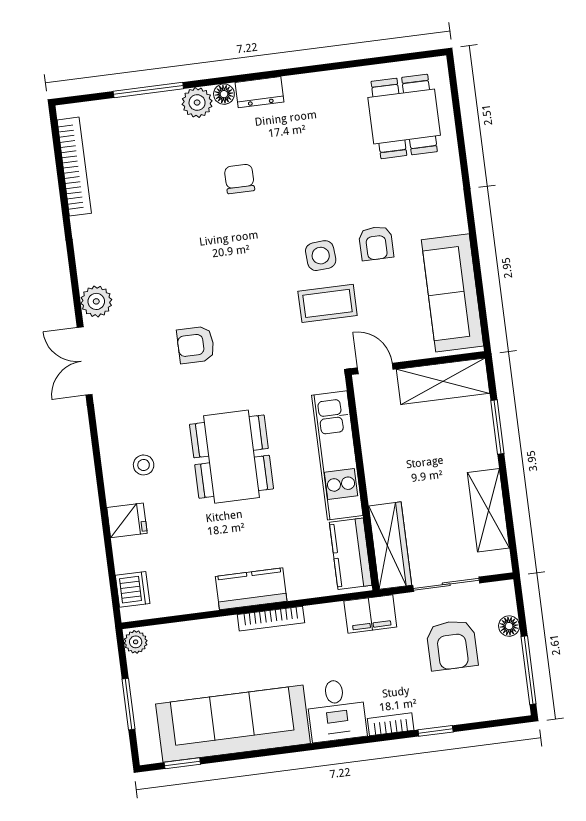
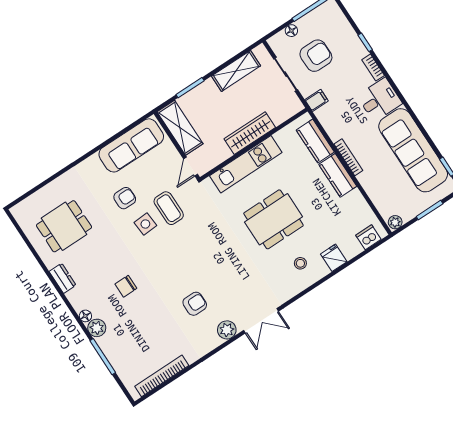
dresser: (260, 92) -> (63, 278), moved
dining table: (404, 116) -> (64, 226), moved
armchair: (196, 345) -> (195, 304), moved, turned -90
wardrobe: (390, 546) -> (250, 133), moved
kitchen counter: (351, 554) -> (315, 141), moved, turned 90
filing cabinet: (370, 614) -> (317, 100), width x0.50

